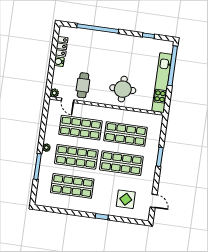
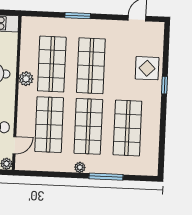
plant: (116, 114) -> (26, 79), added
display table: (126, 199) -> (147, 68), moved

